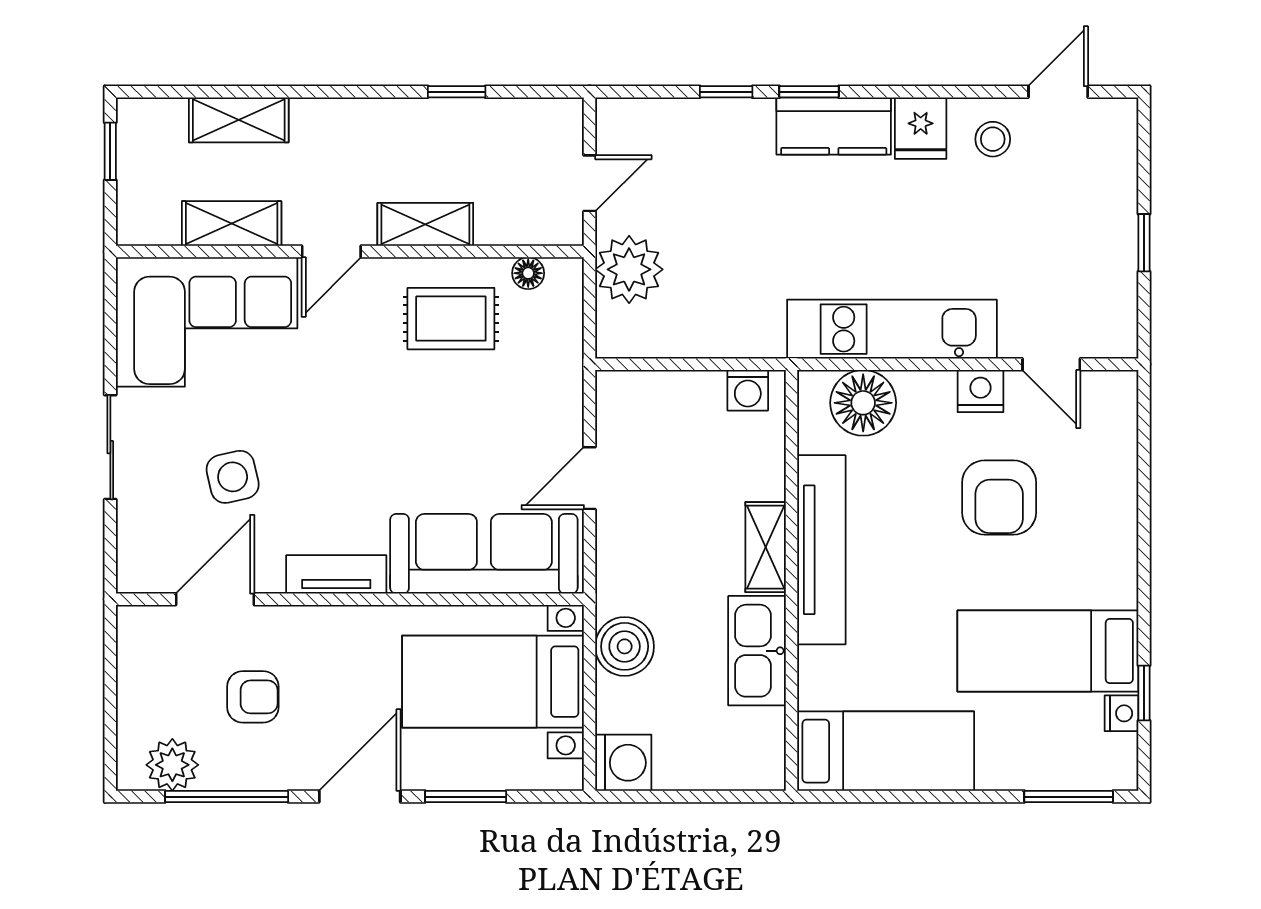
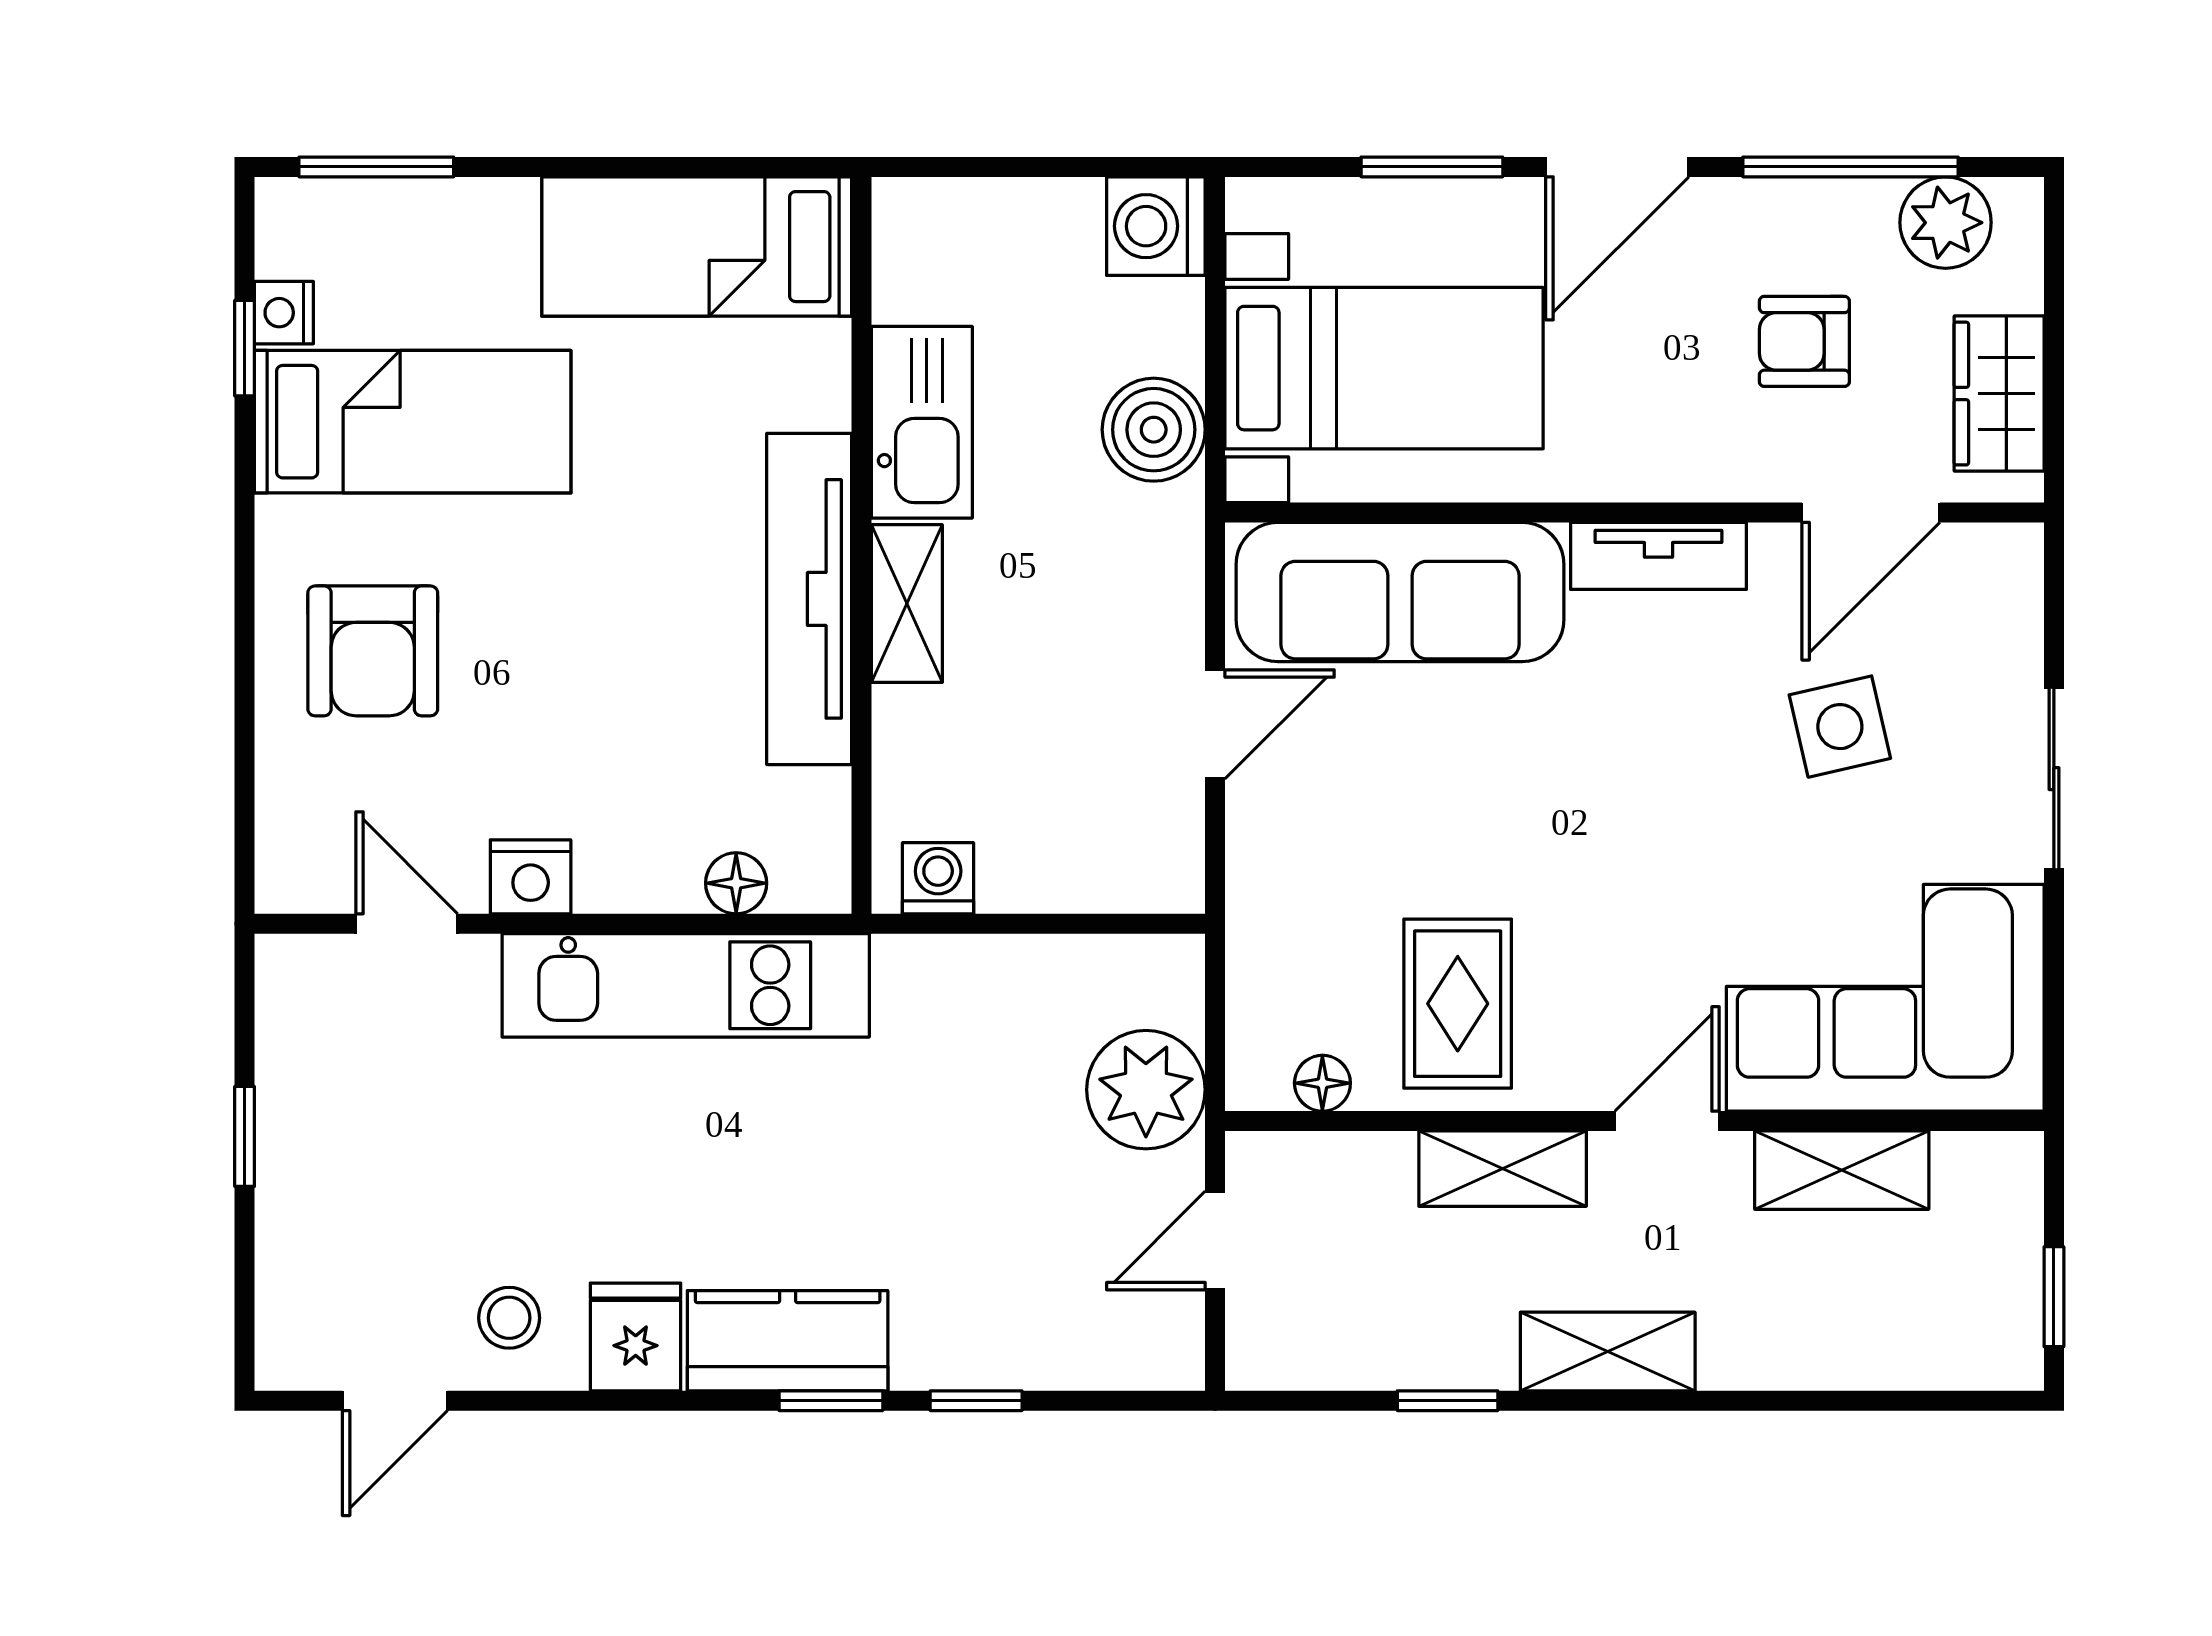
shelving: (239, 120) -> (1608, 1352), moved
rug: (451, 319) -> (1458, 1004), turned 90
floor lamp: (863, 403) -> (736, 883), width x0.53, depth x0.53
armchair: (999, 497) -> (373, 651), moved, turned 180
wardrobe: (142, 667) -> (1999, 394), added

